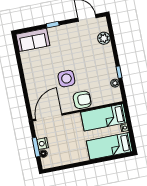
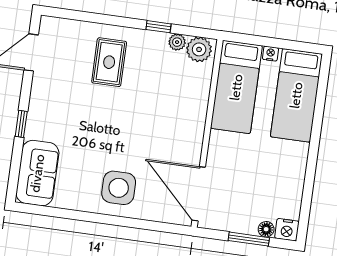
plant: (104, 38) -> (199, 49), moved
rug: (95, 55) -> (109, 62), added
side table: (66, 79) -> (119, 188), moved
armchair: (82, 100) -> (188, 117), removed
nightstand: (42, 144) -> (287, 230), moved

